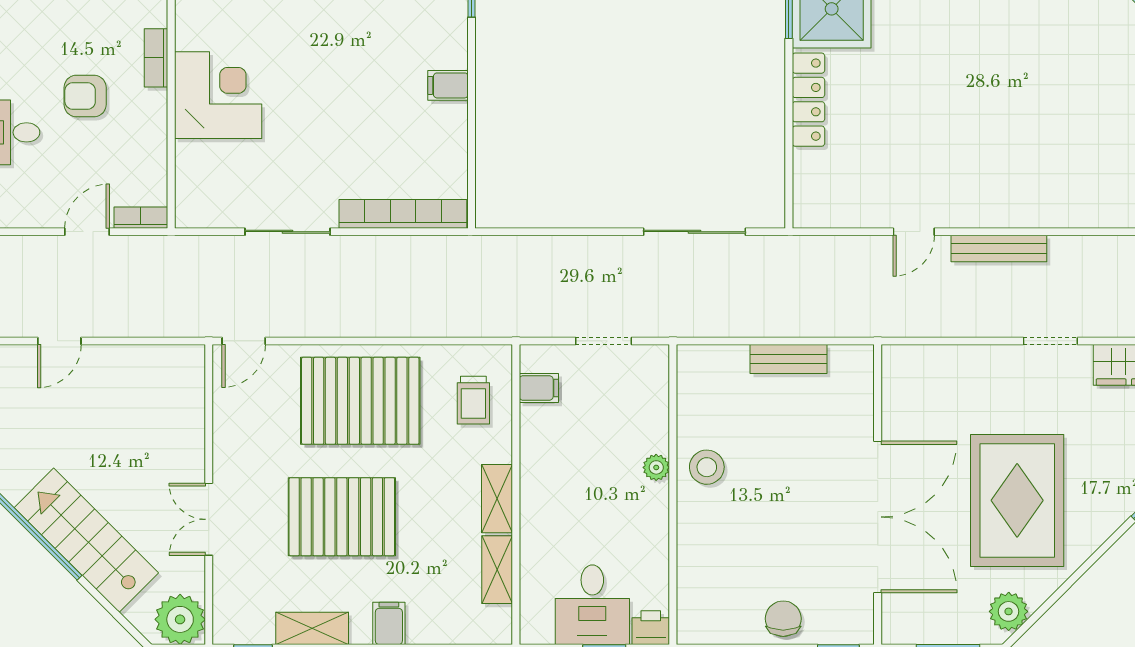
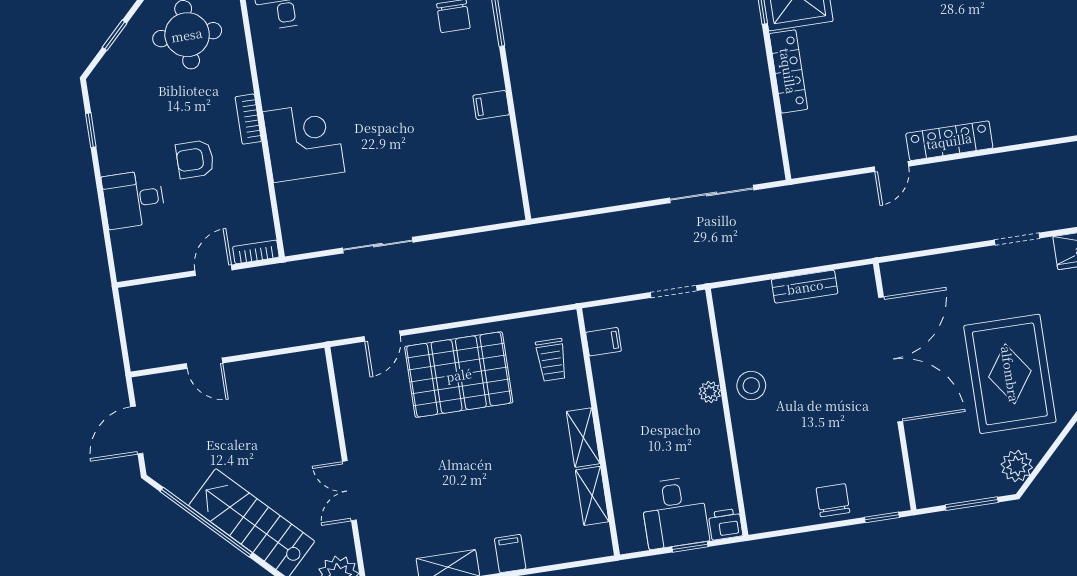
locker: (988, 212) -> (949, 141), added
bookcase: (403, 214) -> (470, 216), removed
bench: (999, 249) -> (963, 170), removed
door: (59, 341) -> (204, 363), hinge flipped
door: (244, 341) -> (382, 336), moved
doorway: (603, 341) -> (674, 291), moved
pallet: (342, 517) -> (458, 472), removed
double door: (878, 517) -> (891, 359), moved

